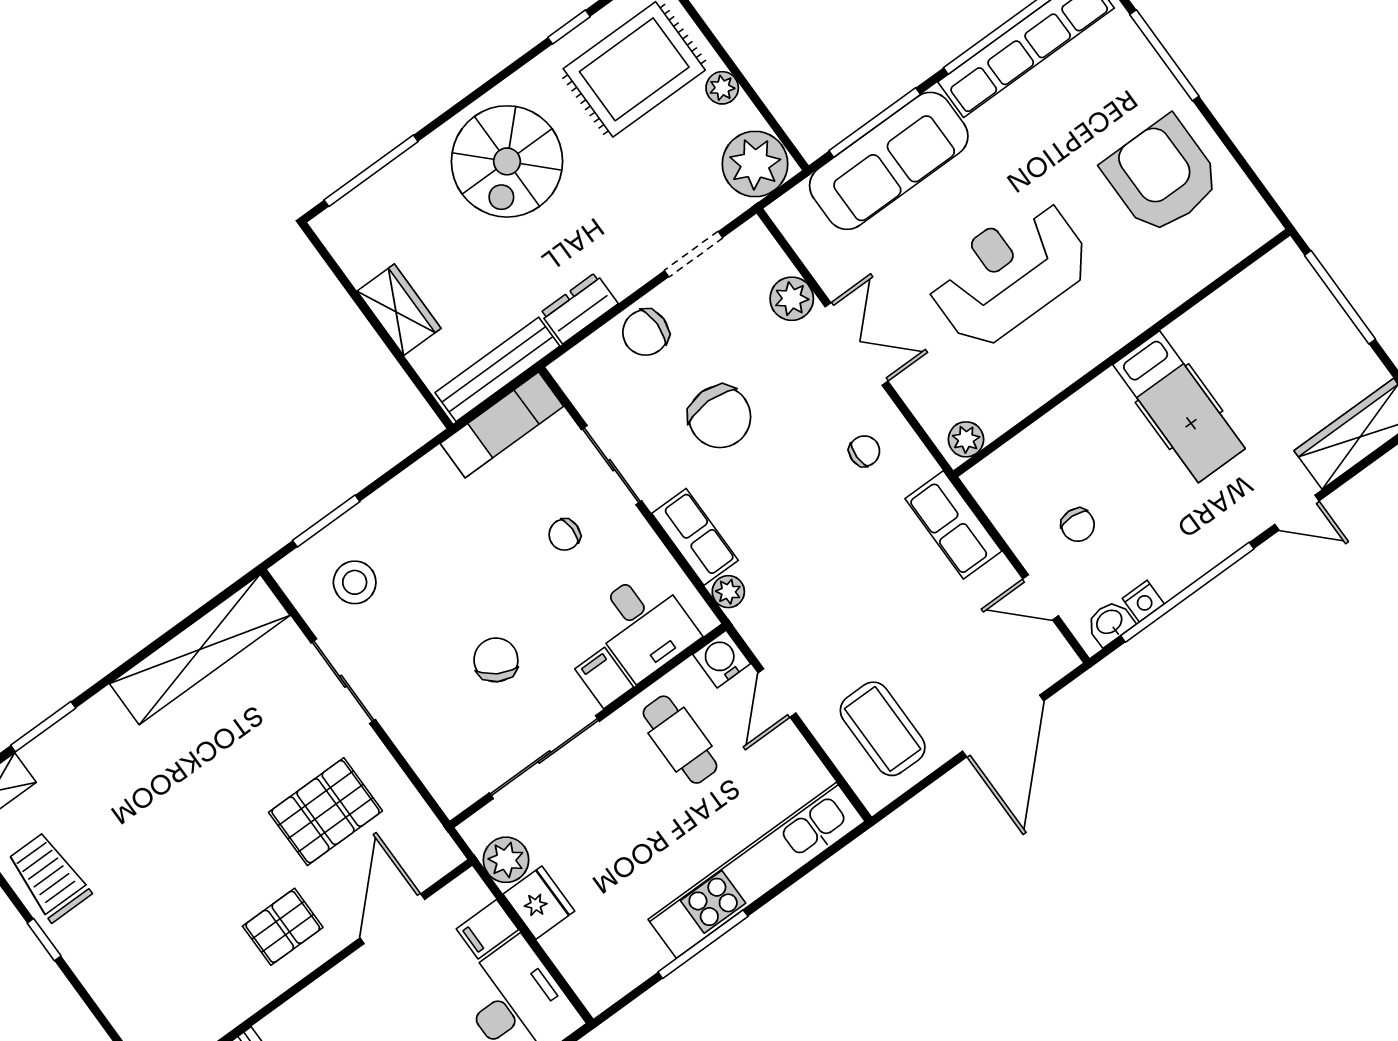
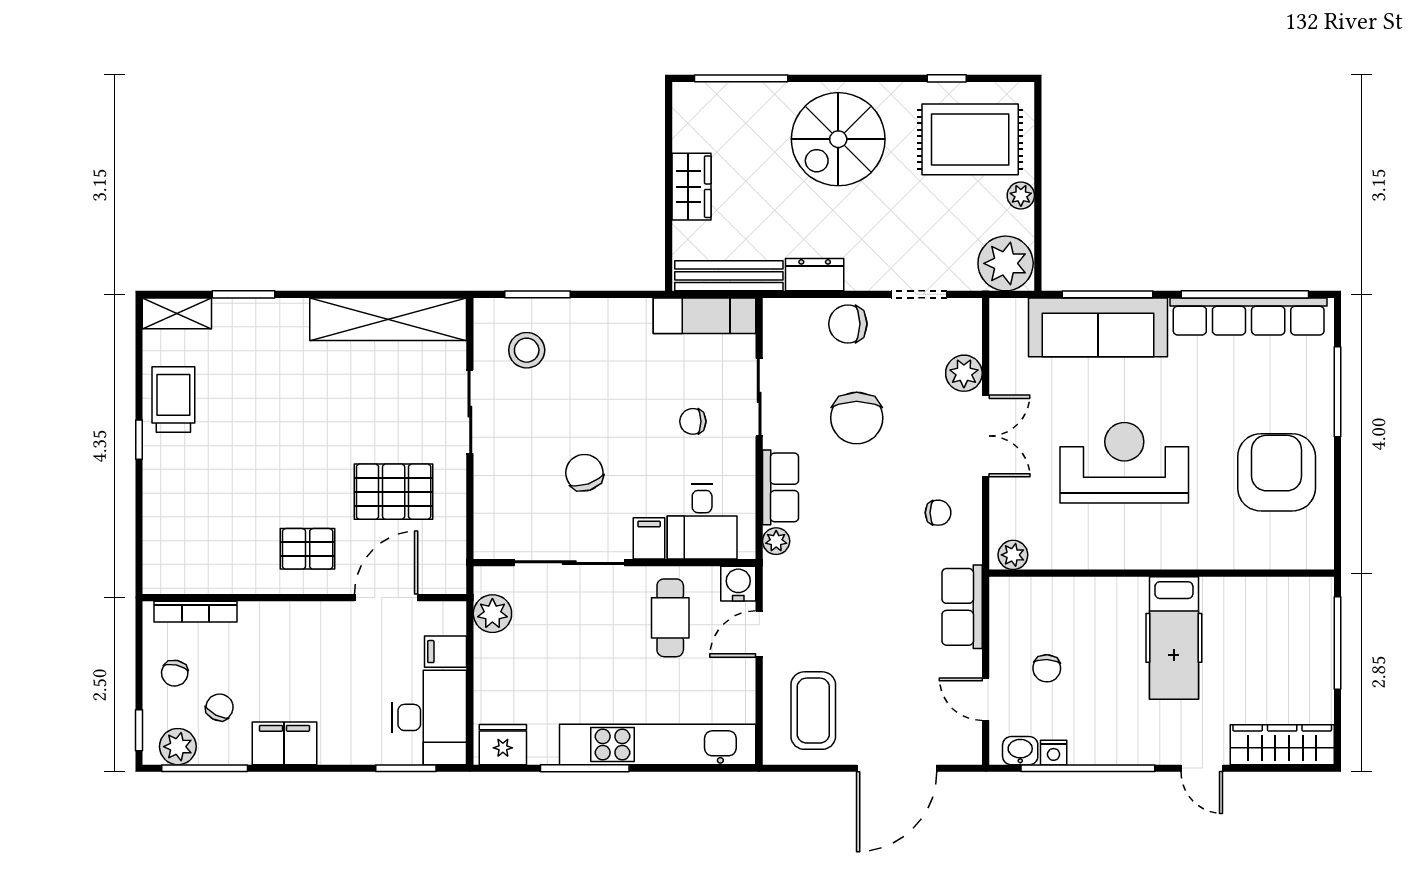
chair: (496, 660) -> (584, 473), turned -49
fridge: (539, 903) -> (503, 745), moved, turned -90

